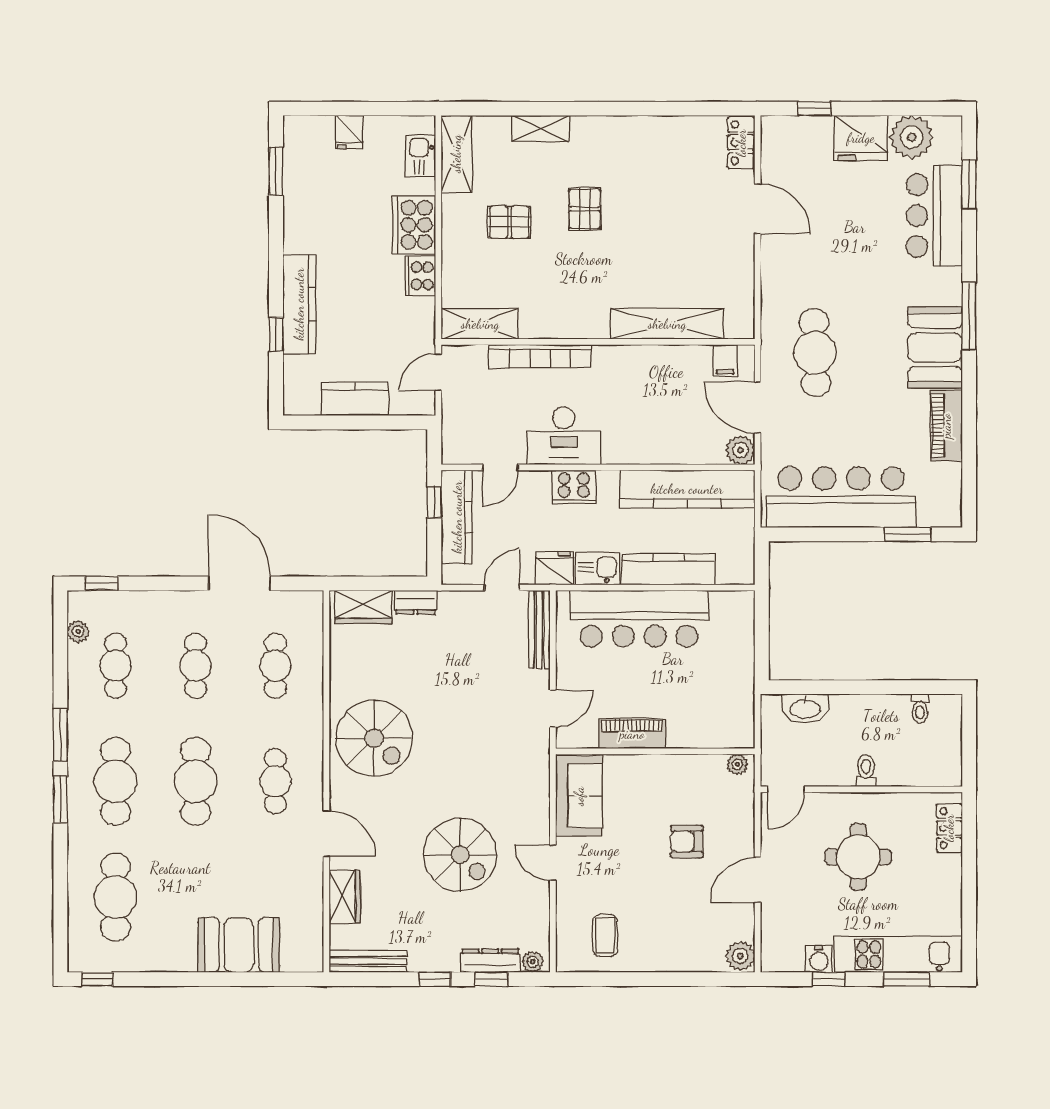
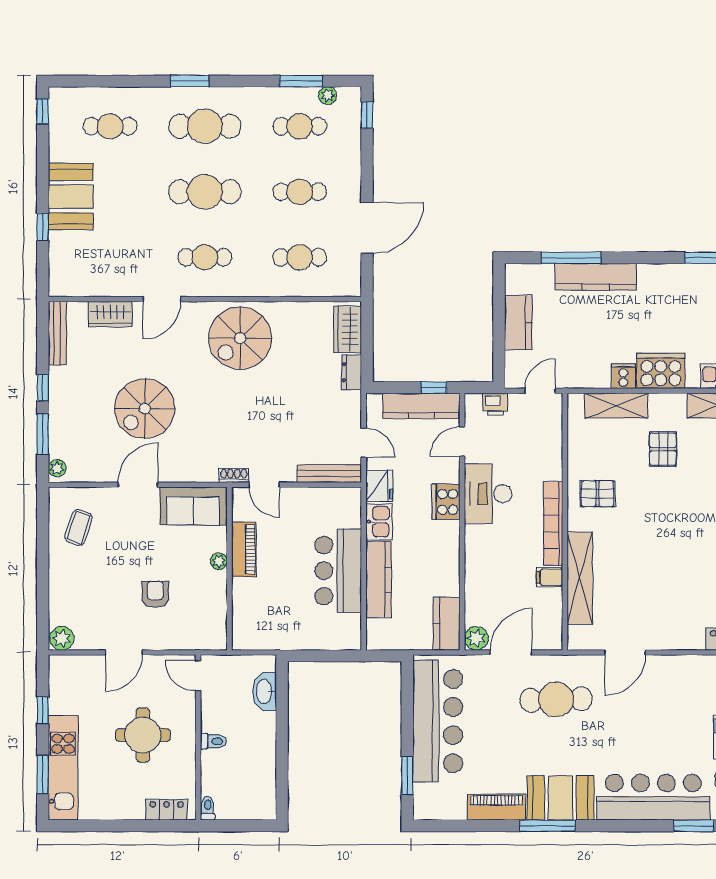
pallet: (585, 209) -> (597, 494), moved
door: (758, 209) -> (625, 652), moved
bar counter: (934, 216) -> (653, 797), width x1.36
cooker: (420, 276) -> (623, 376), width x0.73
window: (969, 316) -> (548, 826), moved
shelving: (480, 324) -> (616, 406), moved, turned 90
window: (276, 334) -> (571, 258), width x2.17
bookcase: (540, 356) -> (553, 524), moved
filing cabinet: (725, 361) -> (550, 577), moved
door: (438, 372) -> (540, 391), hinge flipped
printer: (455, 427) -> (495, 404), added
door: (500, 467) -> (462, 442), hinge flipped
kitchen counter: (687, 489) -> (446, 624), width x0.48, depth x0.86
bar counter: (639, 619) -> (338, 571), width x0.73
toilet: (920, 709) -> (208, 808), moved, turned 90
window: (60, 735) -> (301, 81), moved
shoe rack: (542, 746) -> (234, 475), added
plant: (737, 764) -> (219, 561), moved
door: (553, 863) -> (138, 485), width x1.38
door: (758, 880) -> (124, 652), swing flipped
cafe table: (116, 897) -> (110, 126), width x0.73, depth x0.74
coffee table: (605, 935) -> (79, 528), turned -71
booth: (239, 945) -> (71, 197), moved
water cooler: (819, 959) -> (59, 703), removed
dresser: (490, 961) -> (58, 433), removed
window: (239, 979) -> (43, 227), added
window: (491, 979) -> (43, 434), width x1.50

